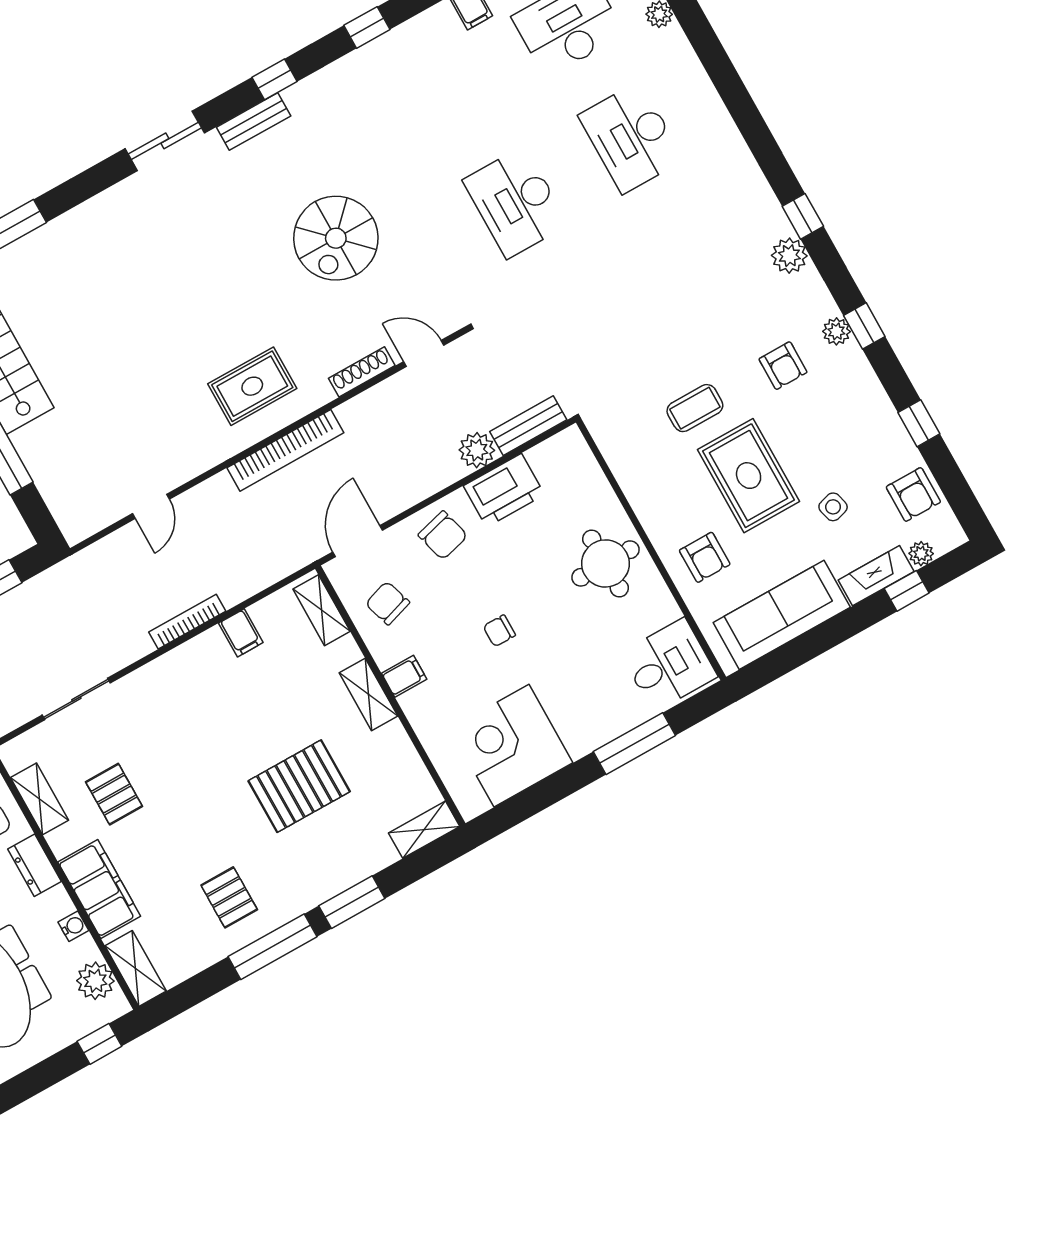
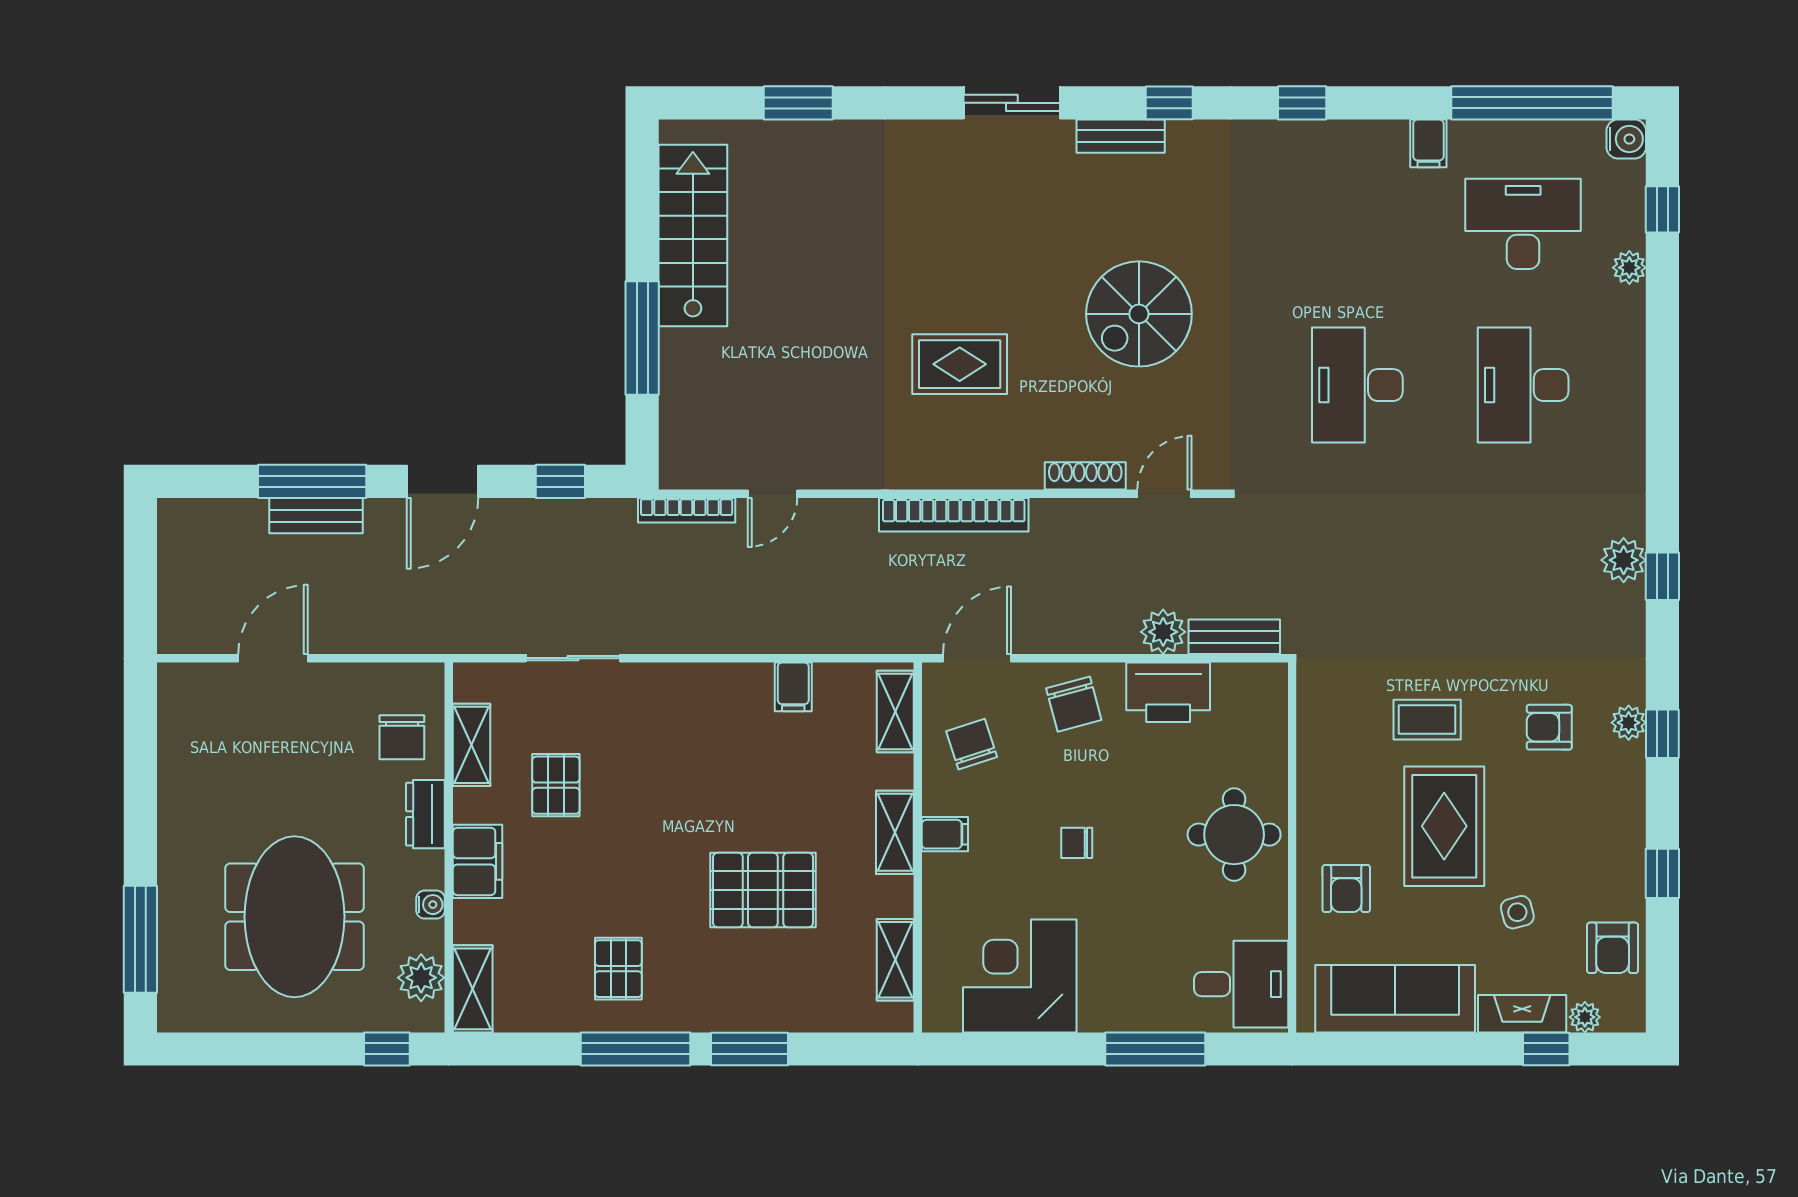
plant: (789, 256) -> (1624, 560), moved
door: (424, 353) -> (1164, 494), hinge flipped
armchair: (783, 366) -> (1549, 727), turned 90
rug: (252, 386) -> (960, 364), moved
bookcase: (187, 622) -> (687, 510), moved, turned 180
shelving: (424, 830) -> (895, 960), moved, turned 90
filing cabinet: (99, 889) -> (478, 861), width x0.67, depth x0.86

